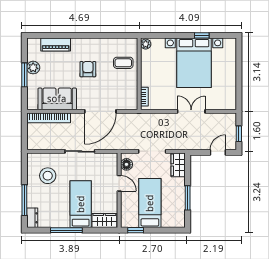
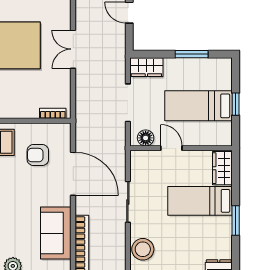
armchair: (88, 69) -> (38, 155), moved
stool: (48, 176) -> (143, 249), moved
door: (119, 183) -> (171, 148), hinge flipped
window: (66, 230) -> (236, 221), width x0.69
window: (136, 230) -> (236, 104), moved

